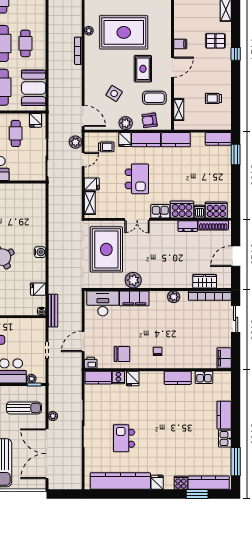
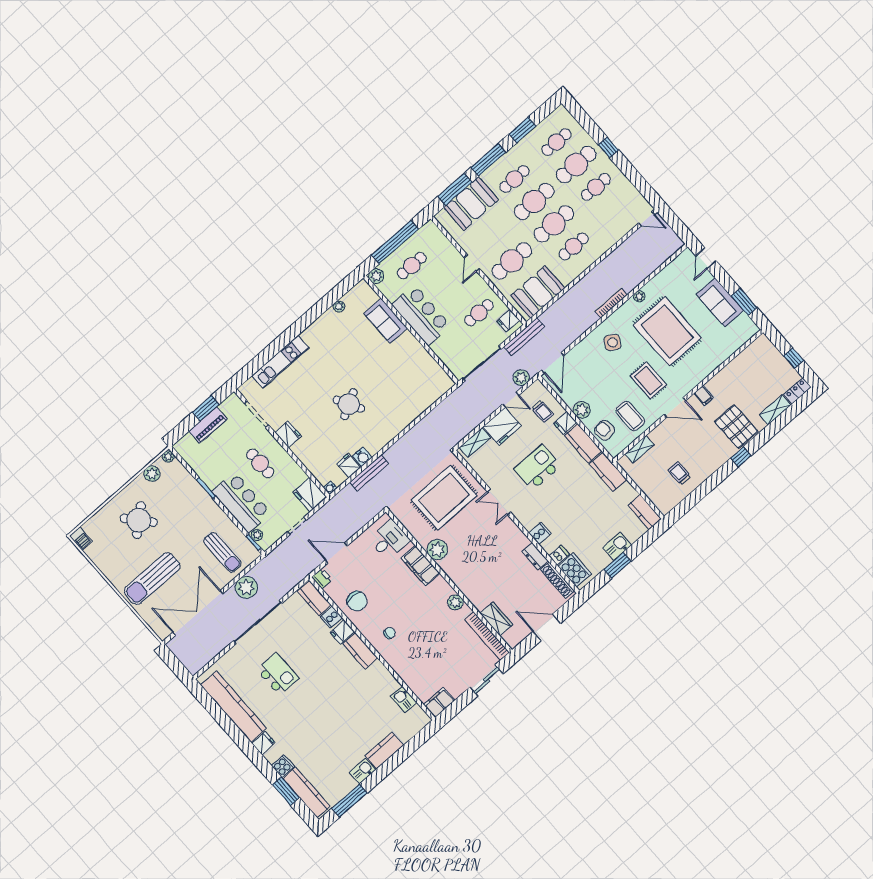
pallet: (215, 41) -> (736, 427), width x1.50, depth x1.42
rug: (143, 69) -> (648, 381), turned 90
side table: (114, 94) -> (613, 342), moved
bench: (53, 119) -> (524, 337), added
window: (236, 155) -> (617, 565), moved
kitchen island: (137, 179) -> (538, 467), turned 180
fridge: (92, 184) -> (502, 426), width x1.88, depth x1.34
cooker: (182, 209) -> (540, 533), width x0.53, depth x0.76
kitchen sink: (160, 211) -> (617, 546), moved, turned -90
water cooler: (40, 252) -> (362, 457), moved
desk: (103, 303) -> (389, 540), width x0.73
bench: (53, 311) -> (369, 473), moved
fridge: (35, 327) -> (310, 495), added
kitchen counter: (178, 378) -> (360, 651), moved
plant: (53, 416) -> (246, 587), width x1.87, depth x1.87
kitchen island: (124, 438) -> (278, 674), turned 90

